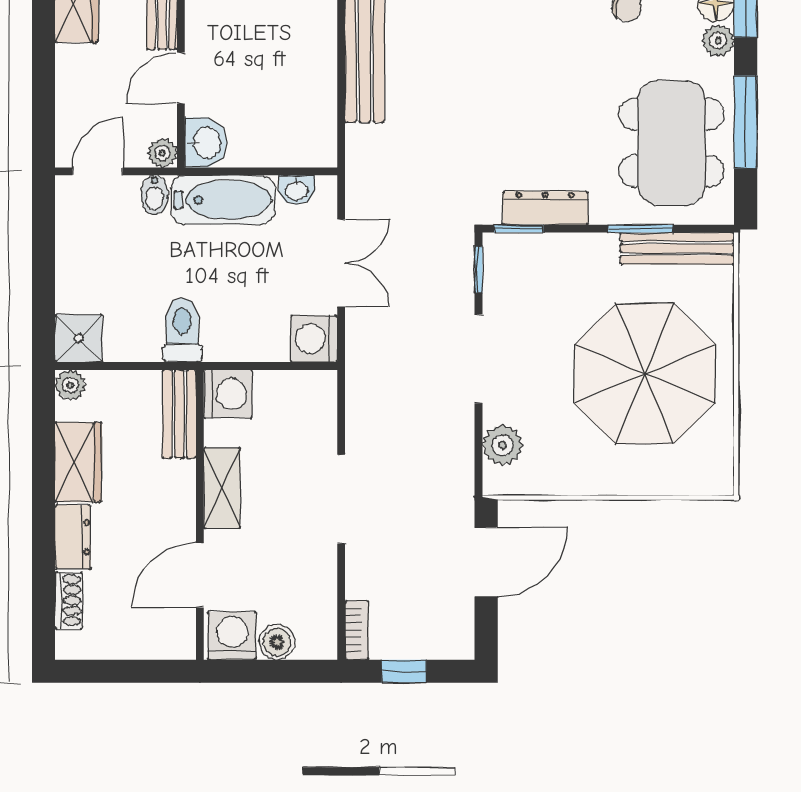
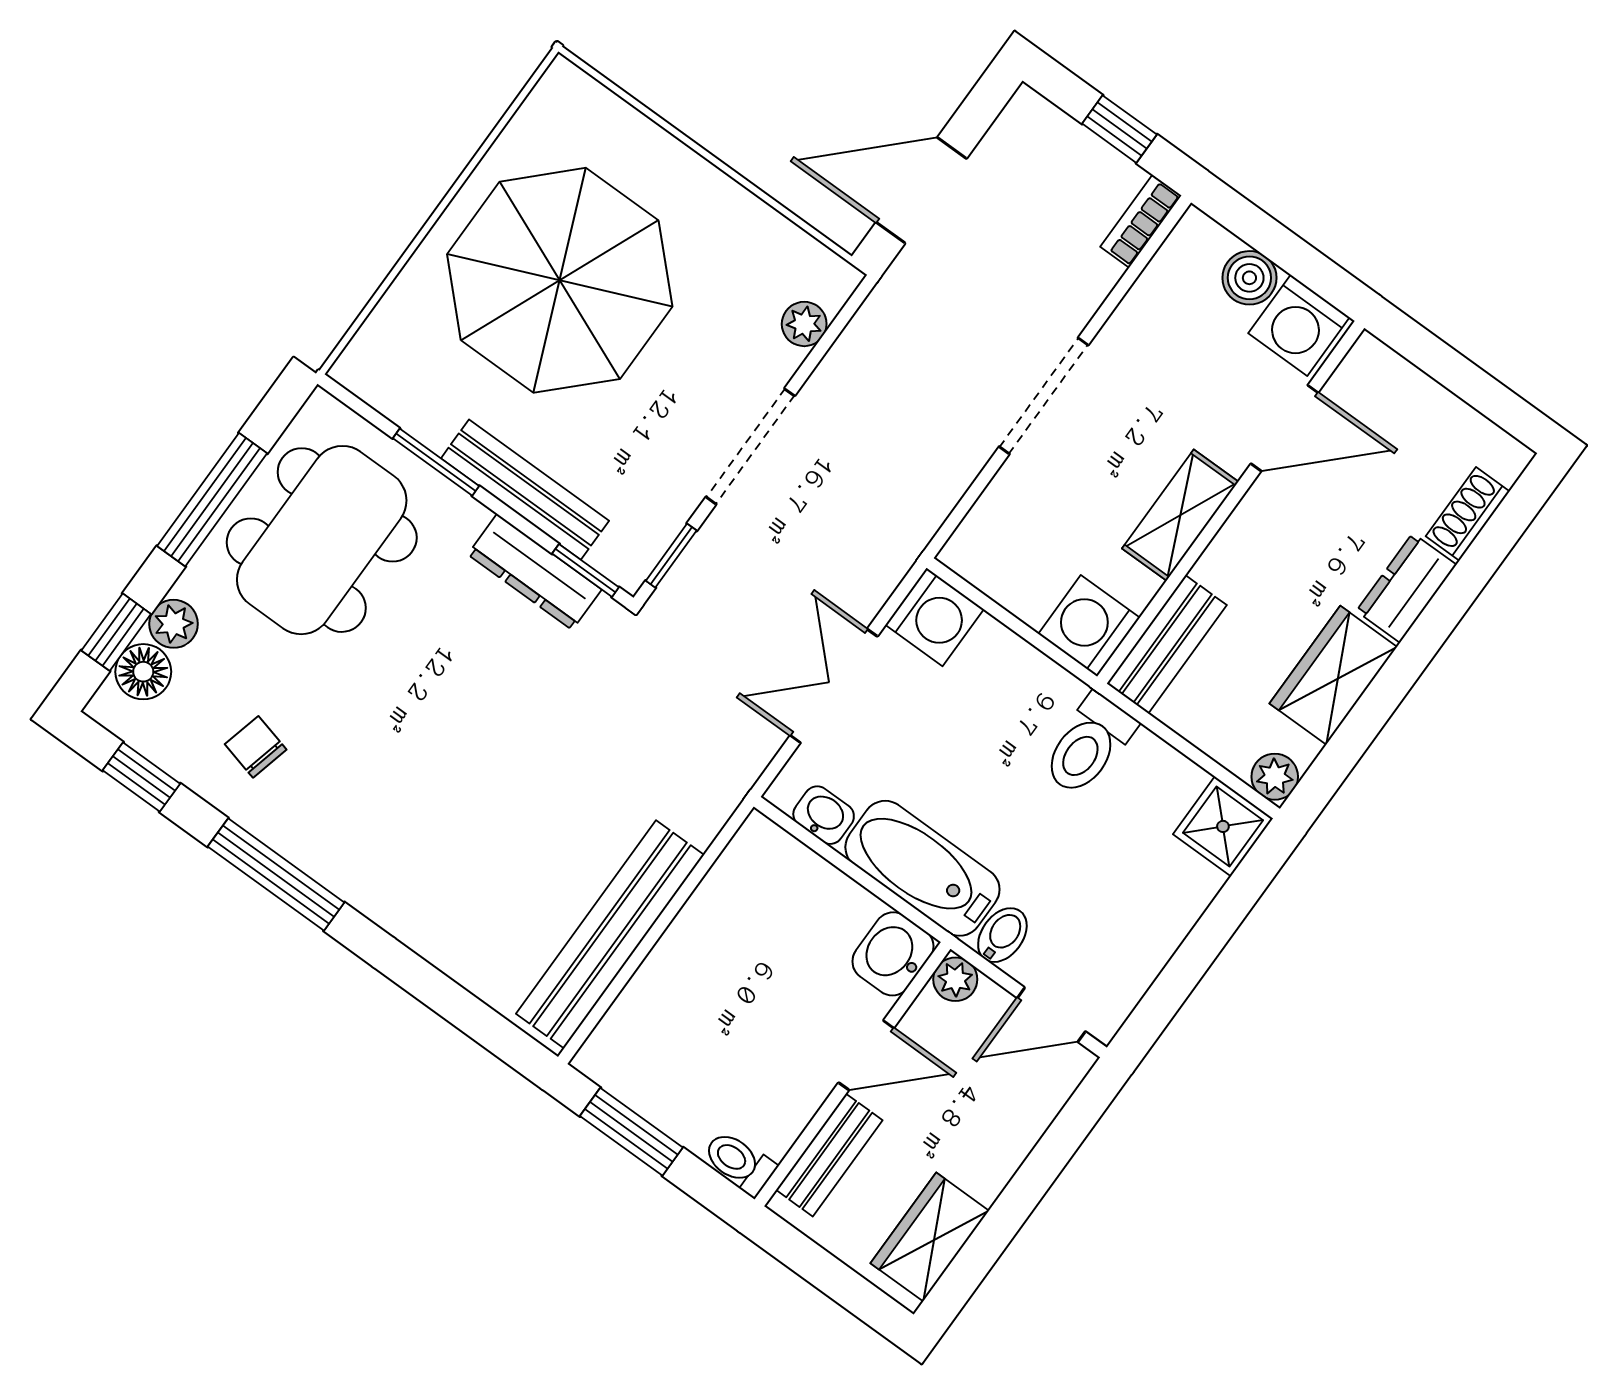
bench: (677, 248) -> (525, 490), moved
plant: (503, 445) -> (804, 324), width x0.73, depth x0.73

